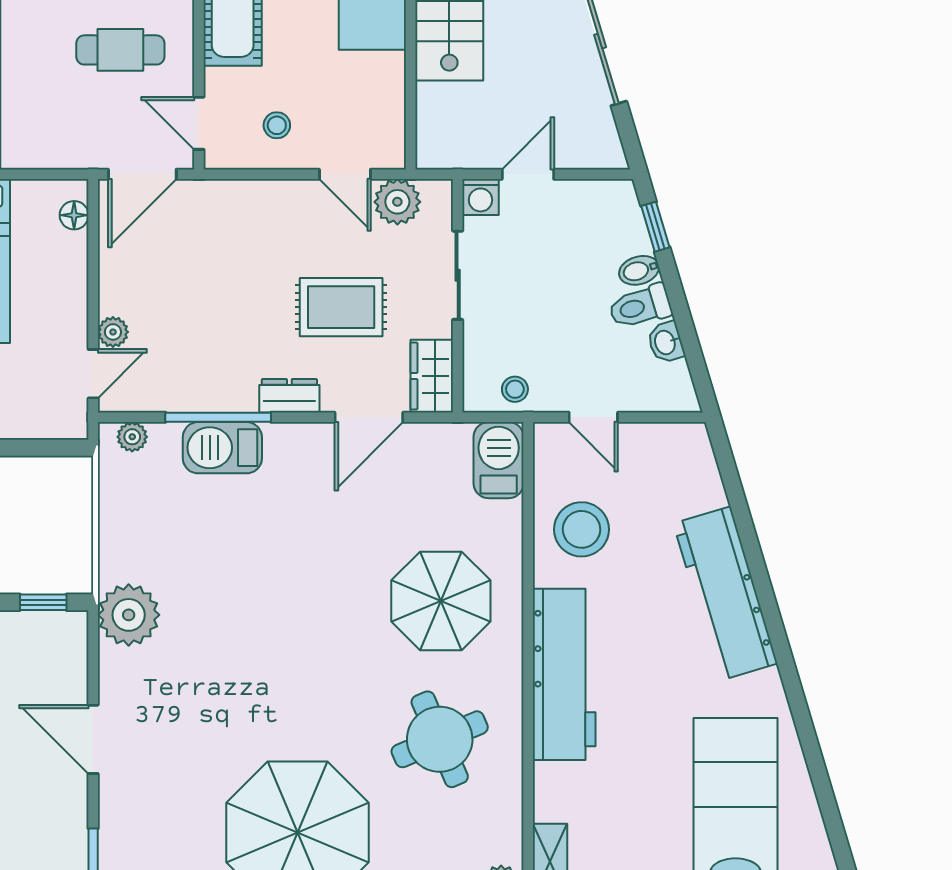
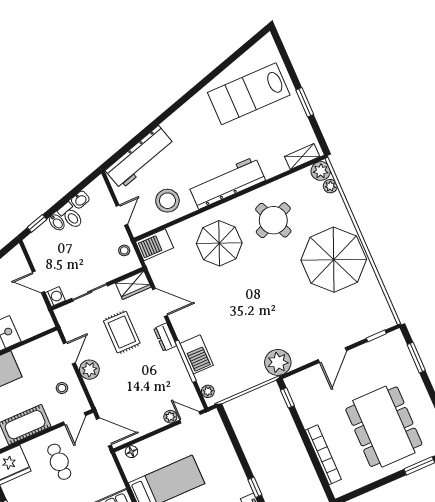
plant: (397, 202) -> (89, 370), moved
workbench: (725, 593) -> (140, 158), moved

